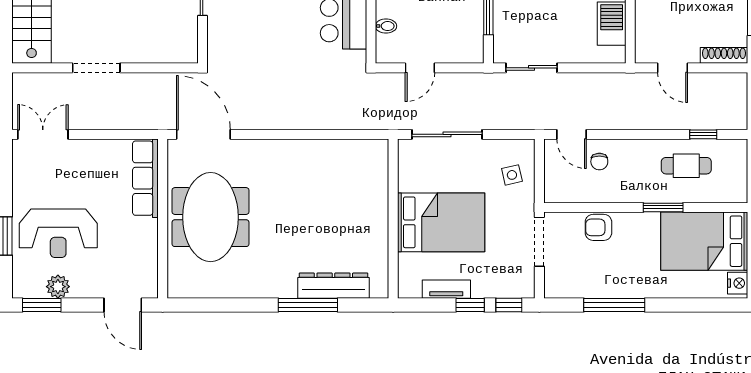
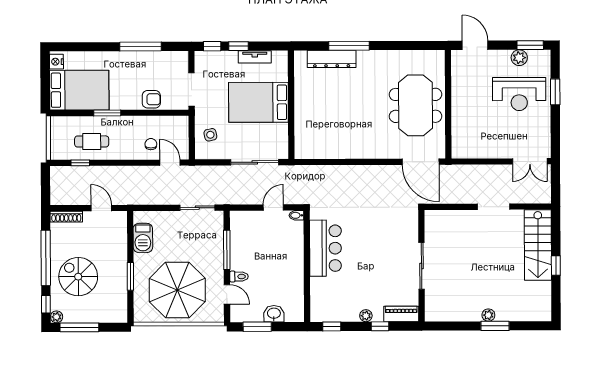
bidet: (386, 26) -> (296, 215), moved
row of seats: (145, 178) -> (460, 132), removed
reception desk: (58, 233) -> (519, 94), turned 180

